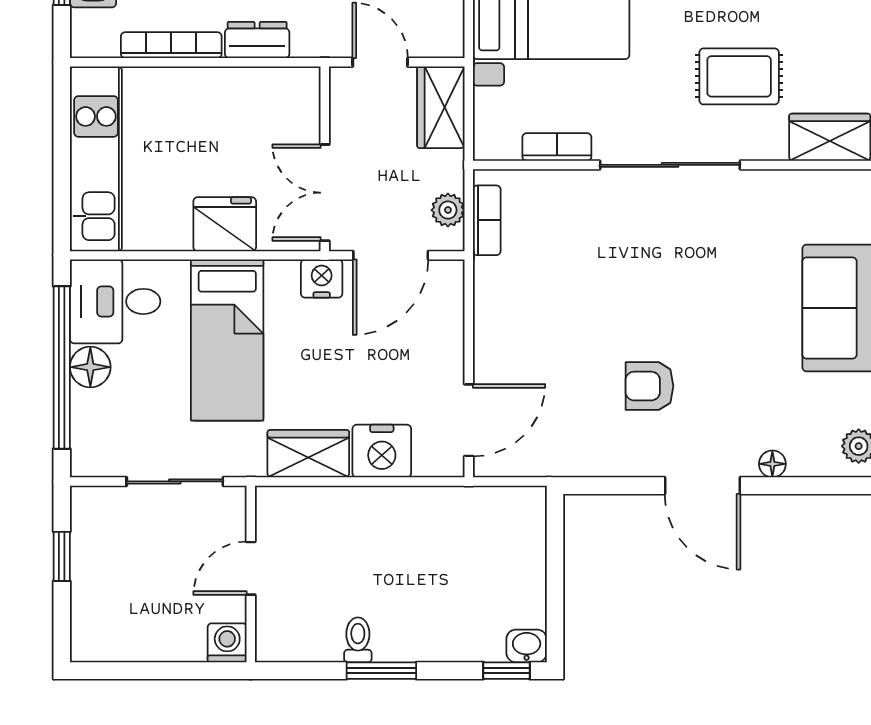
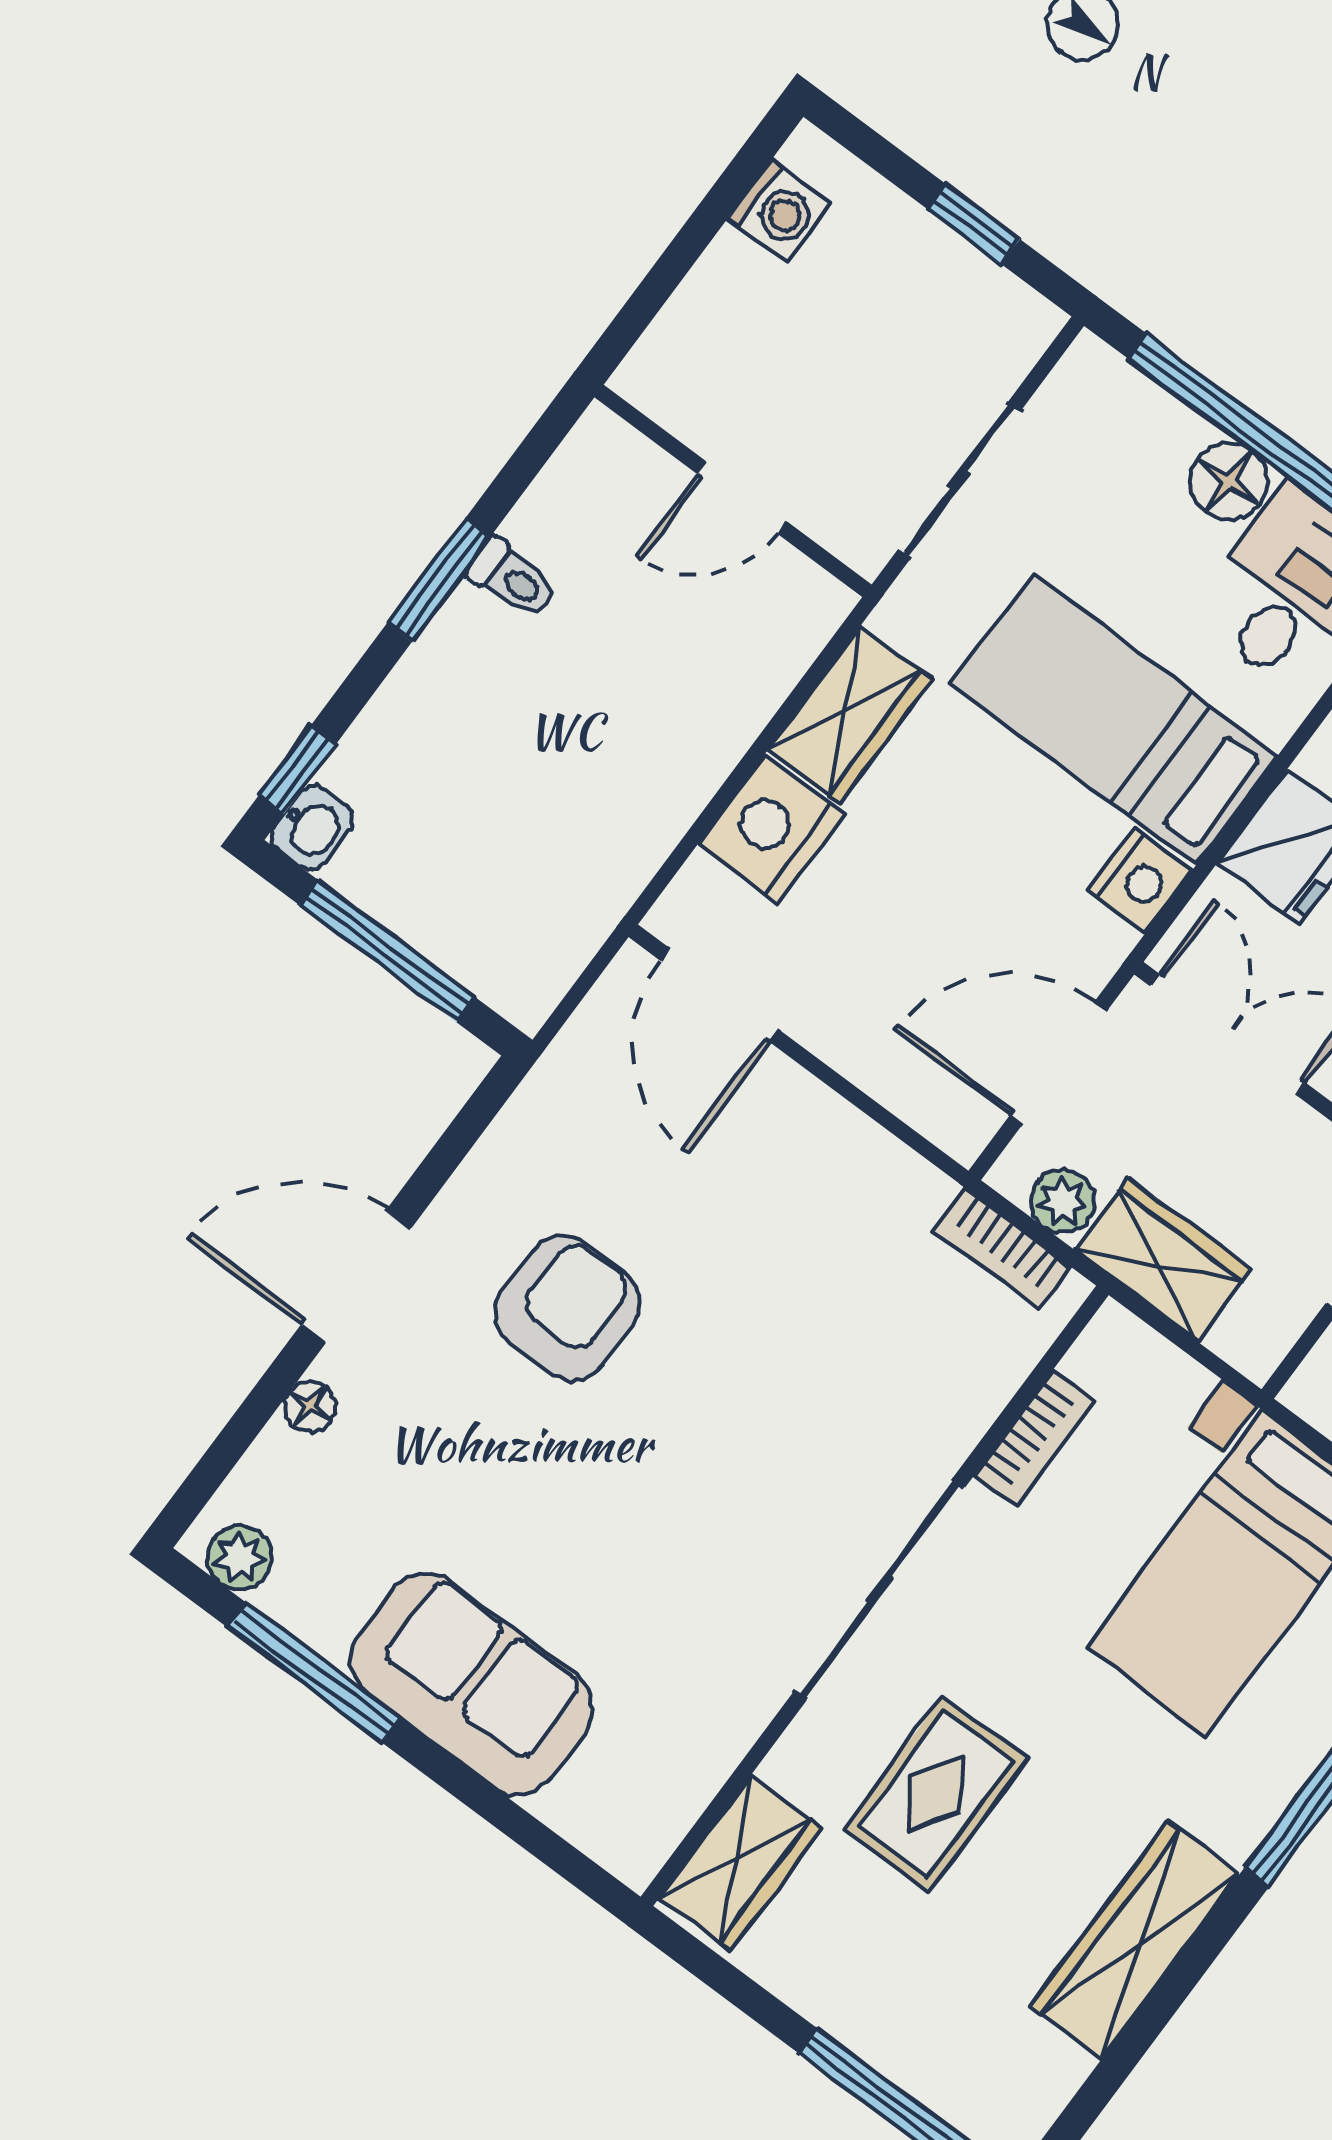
wardrobe: (441, 107) -> (1163, 1260), moved
door: (391, 255) -> (1058, 1063), hinge flipped
nightstand: (322, 279) -> (1140, 881), moved
armchair: (649, 386) -> (567, 1308), width x1.38, depth x1.38
door: (251, 568) -> (742, 497), swing flipped
window: (555, 575) -> (387, 951), added
washing machine: (227, 643) -> (779, 211), moved

